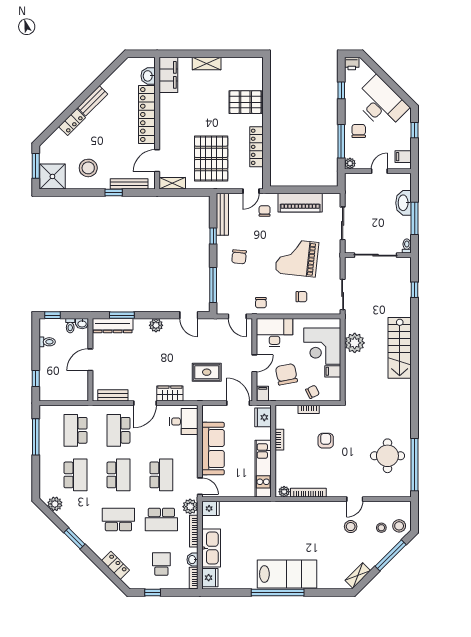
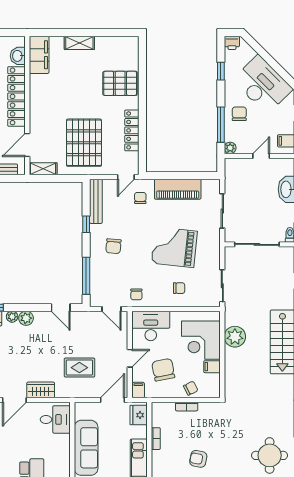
plant: (143, 324) -> (12, 317), added
door: (238, 403) -> (112, 400), hinge flipped
armchair: (326, 441) -> (198, 459), moved, turned -79

